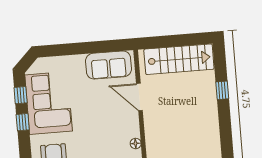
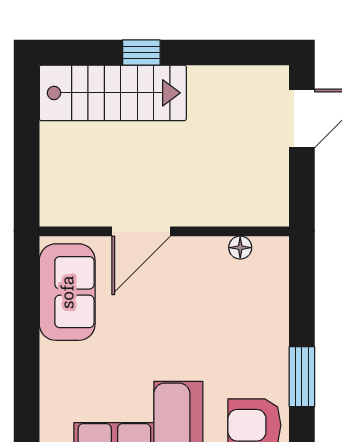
stairs: (179, 59) -> (113, 93), moved, turned 90

